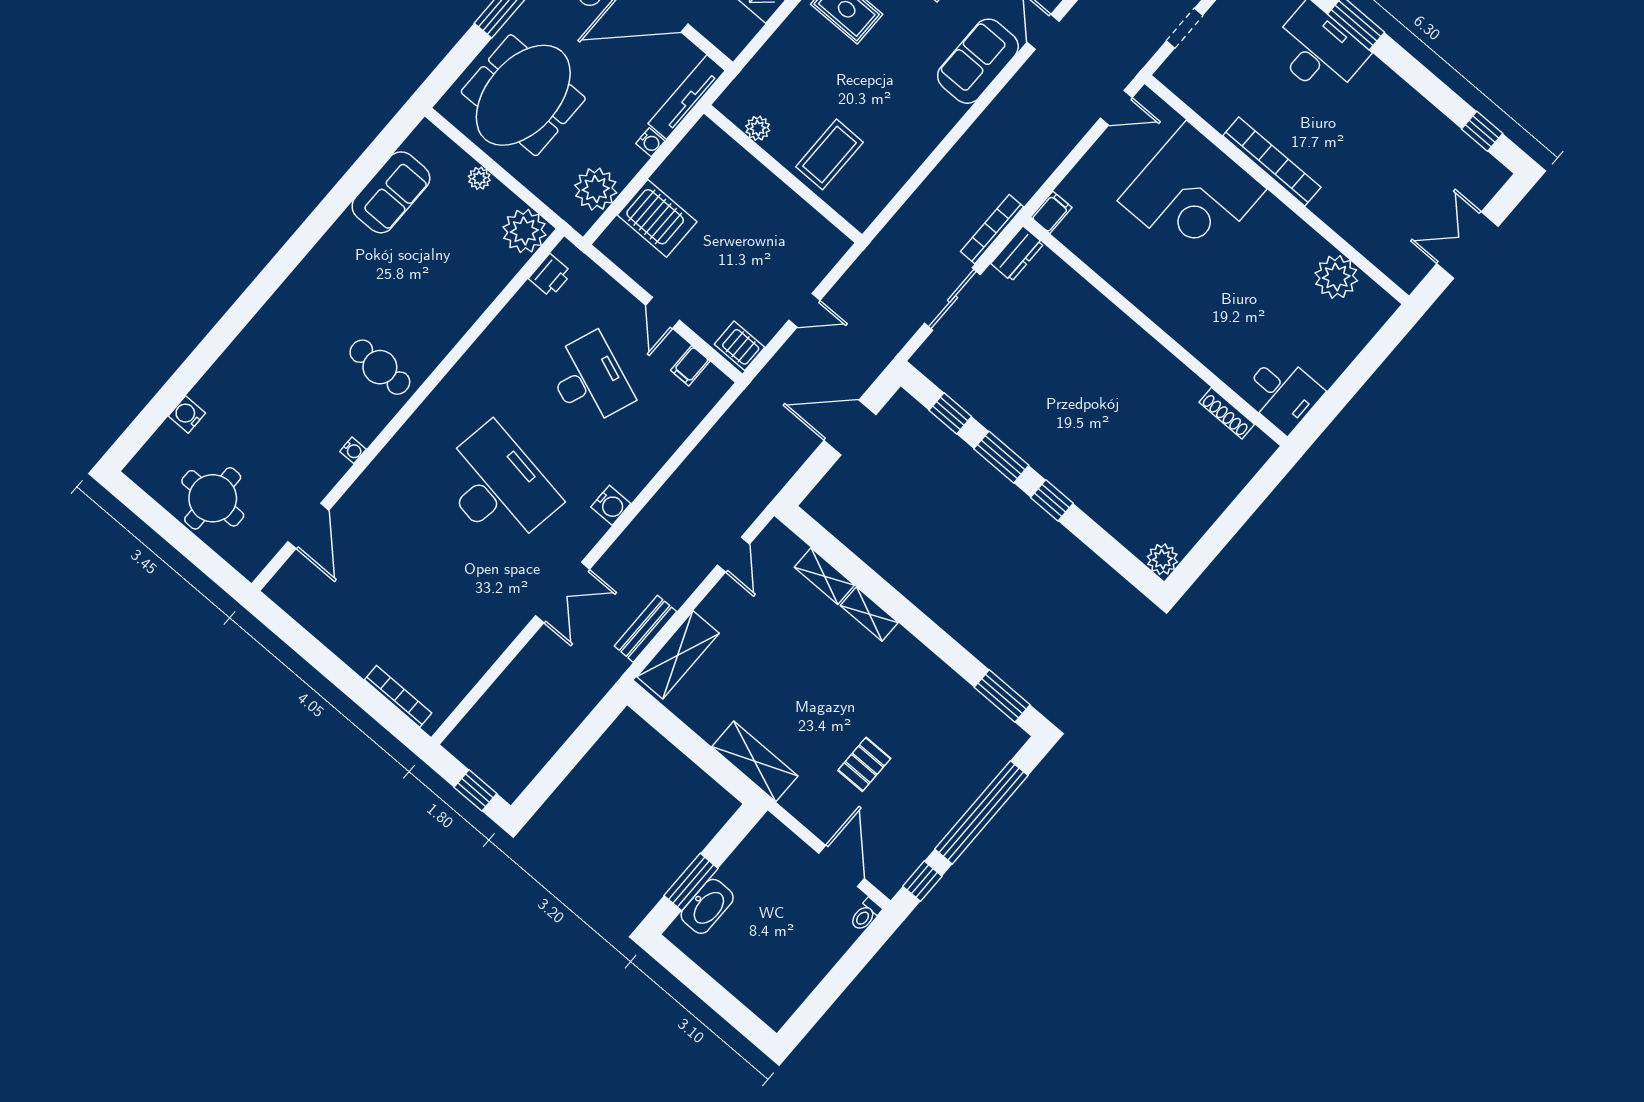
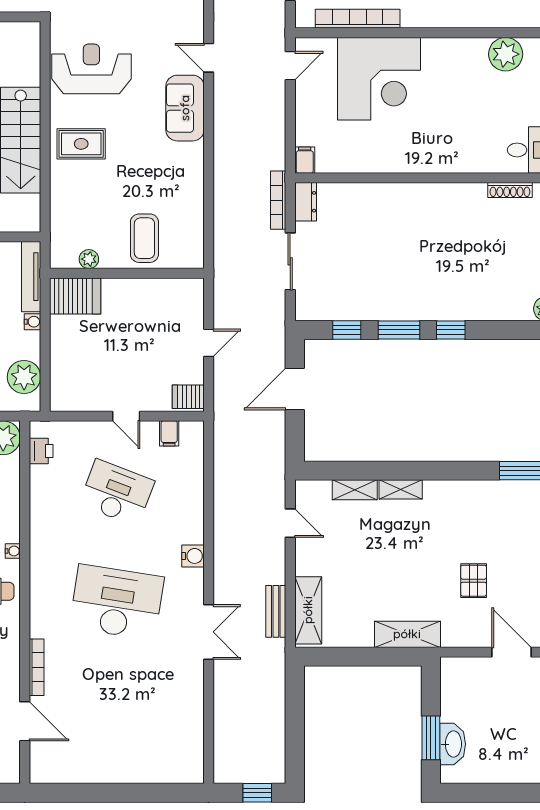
bookcase: (1272, 161) -> (358, 19), moved
server rack: (657, 218) -> (75, 296), moved
water cooler: (353, 450) -> (13, 551), moved
bookcase: (398, 696) -> (37, 667), moved, turned 90

